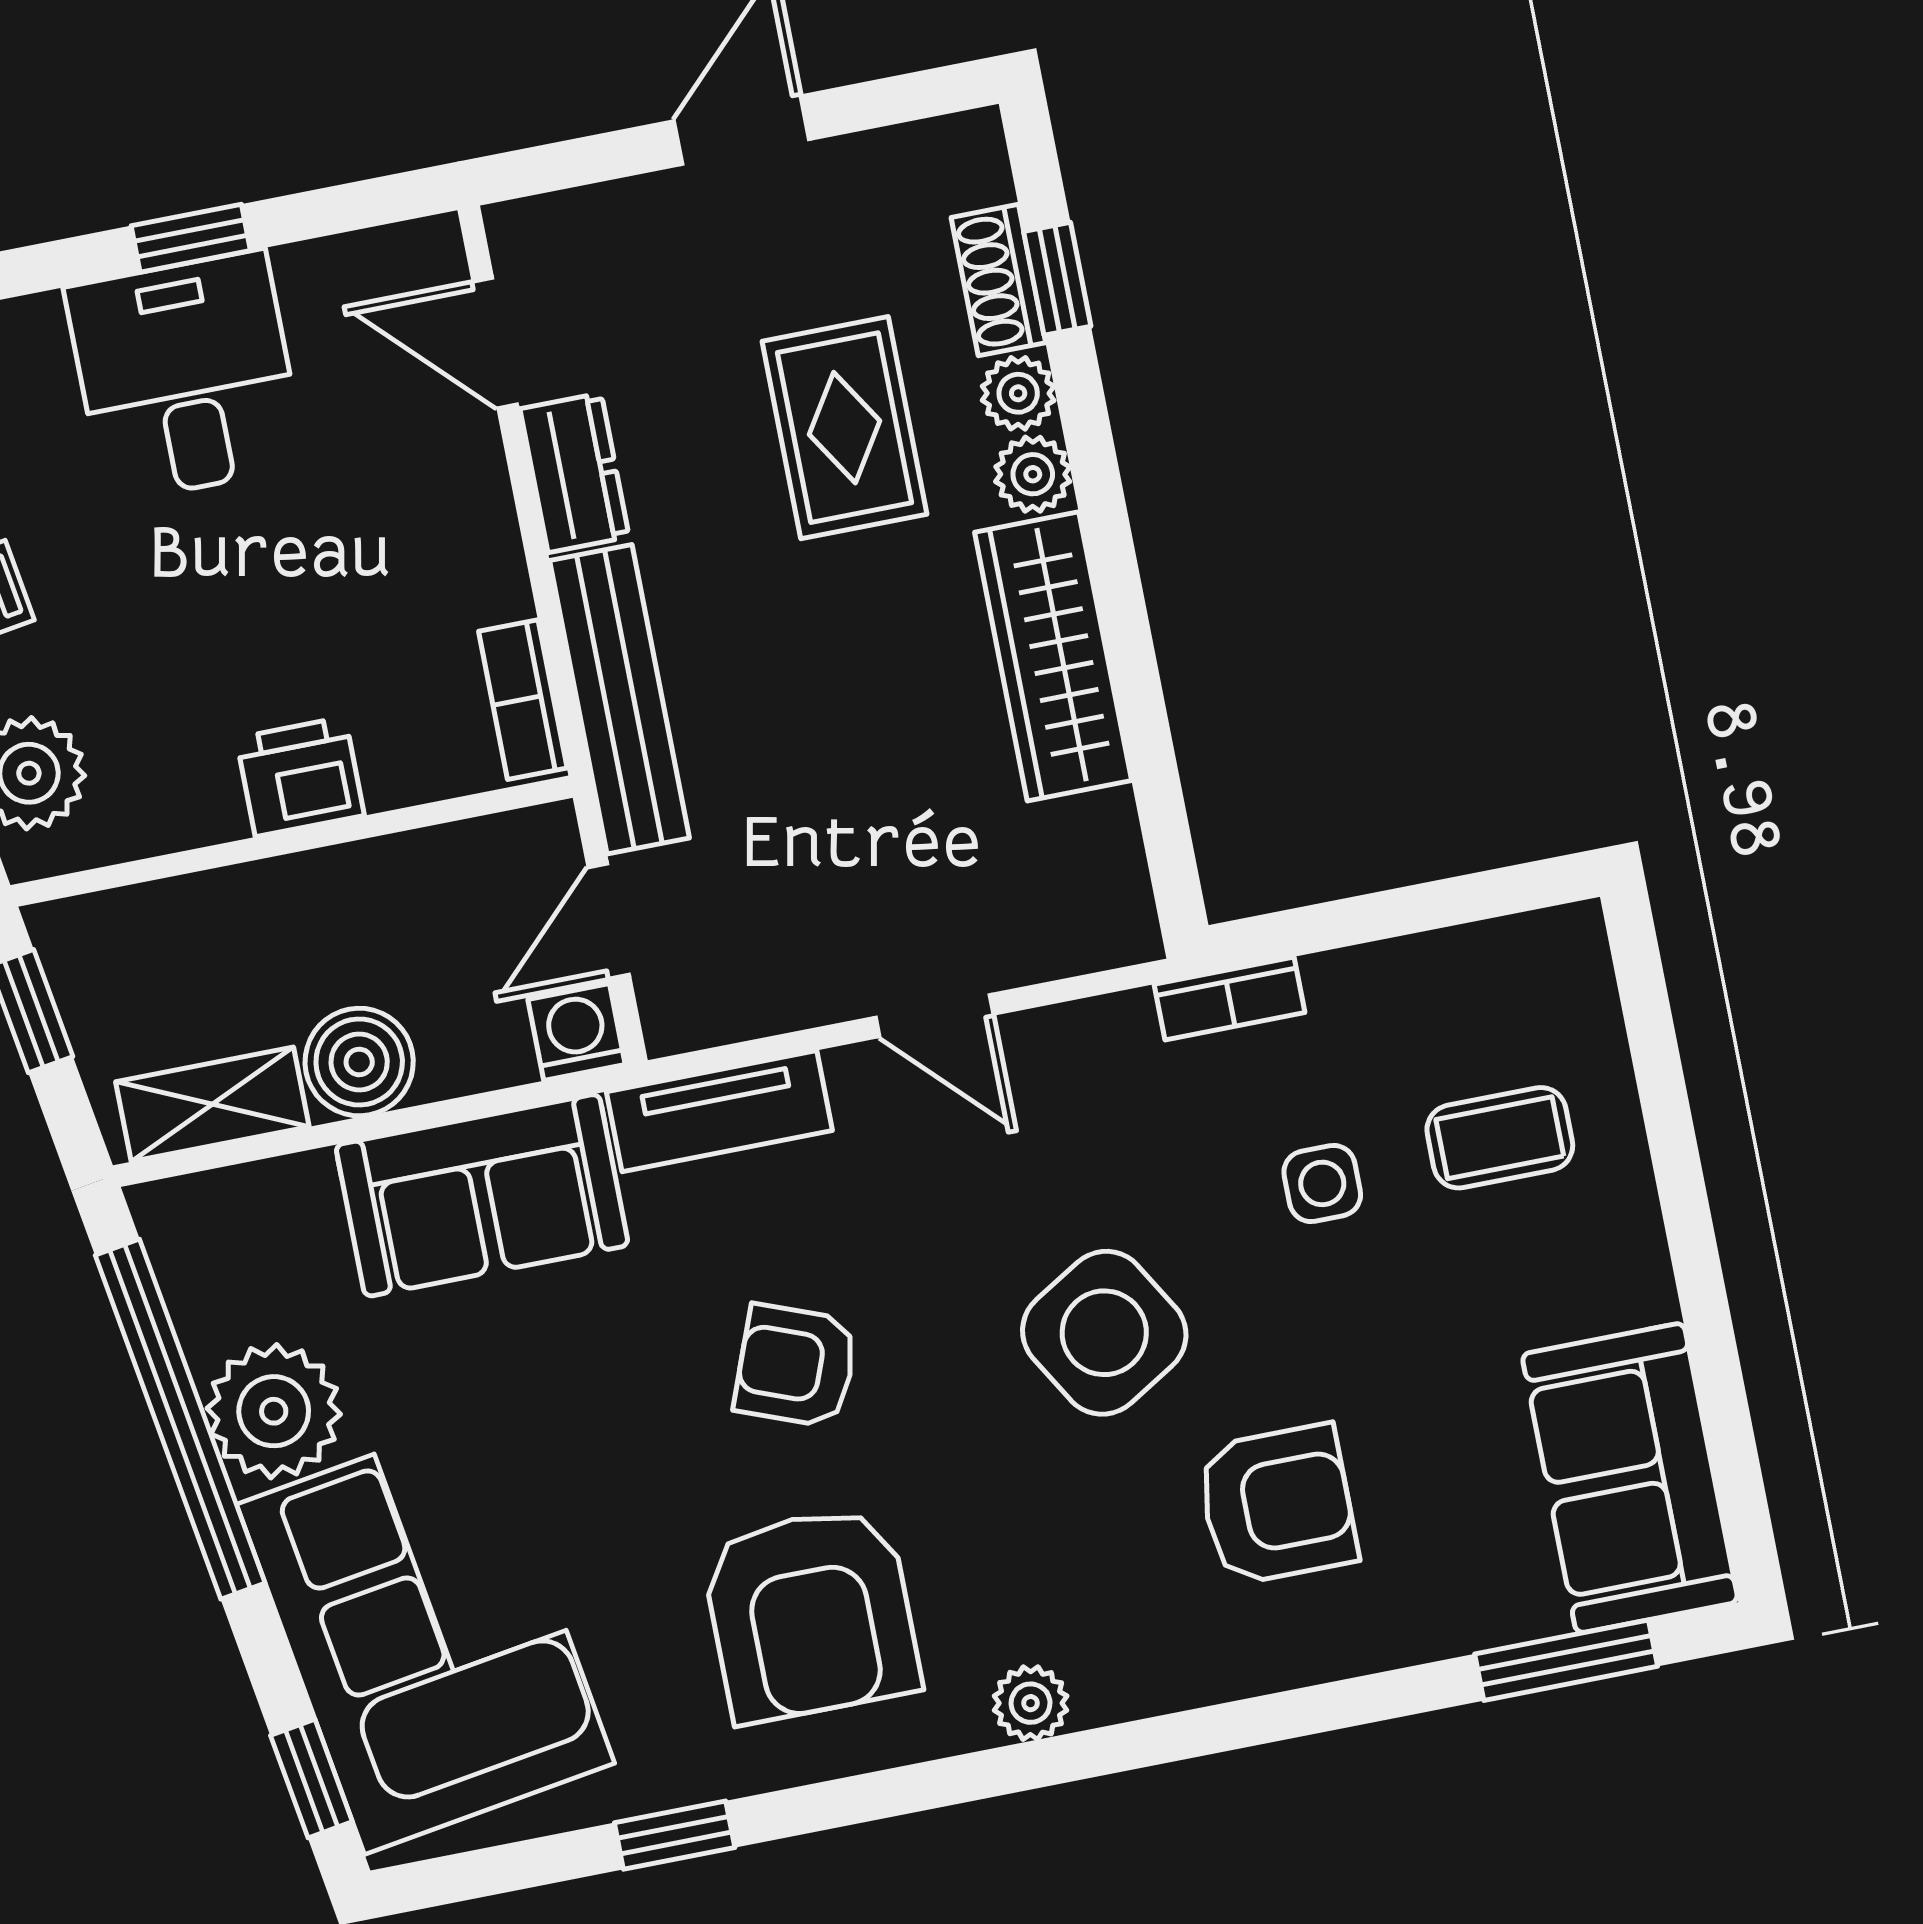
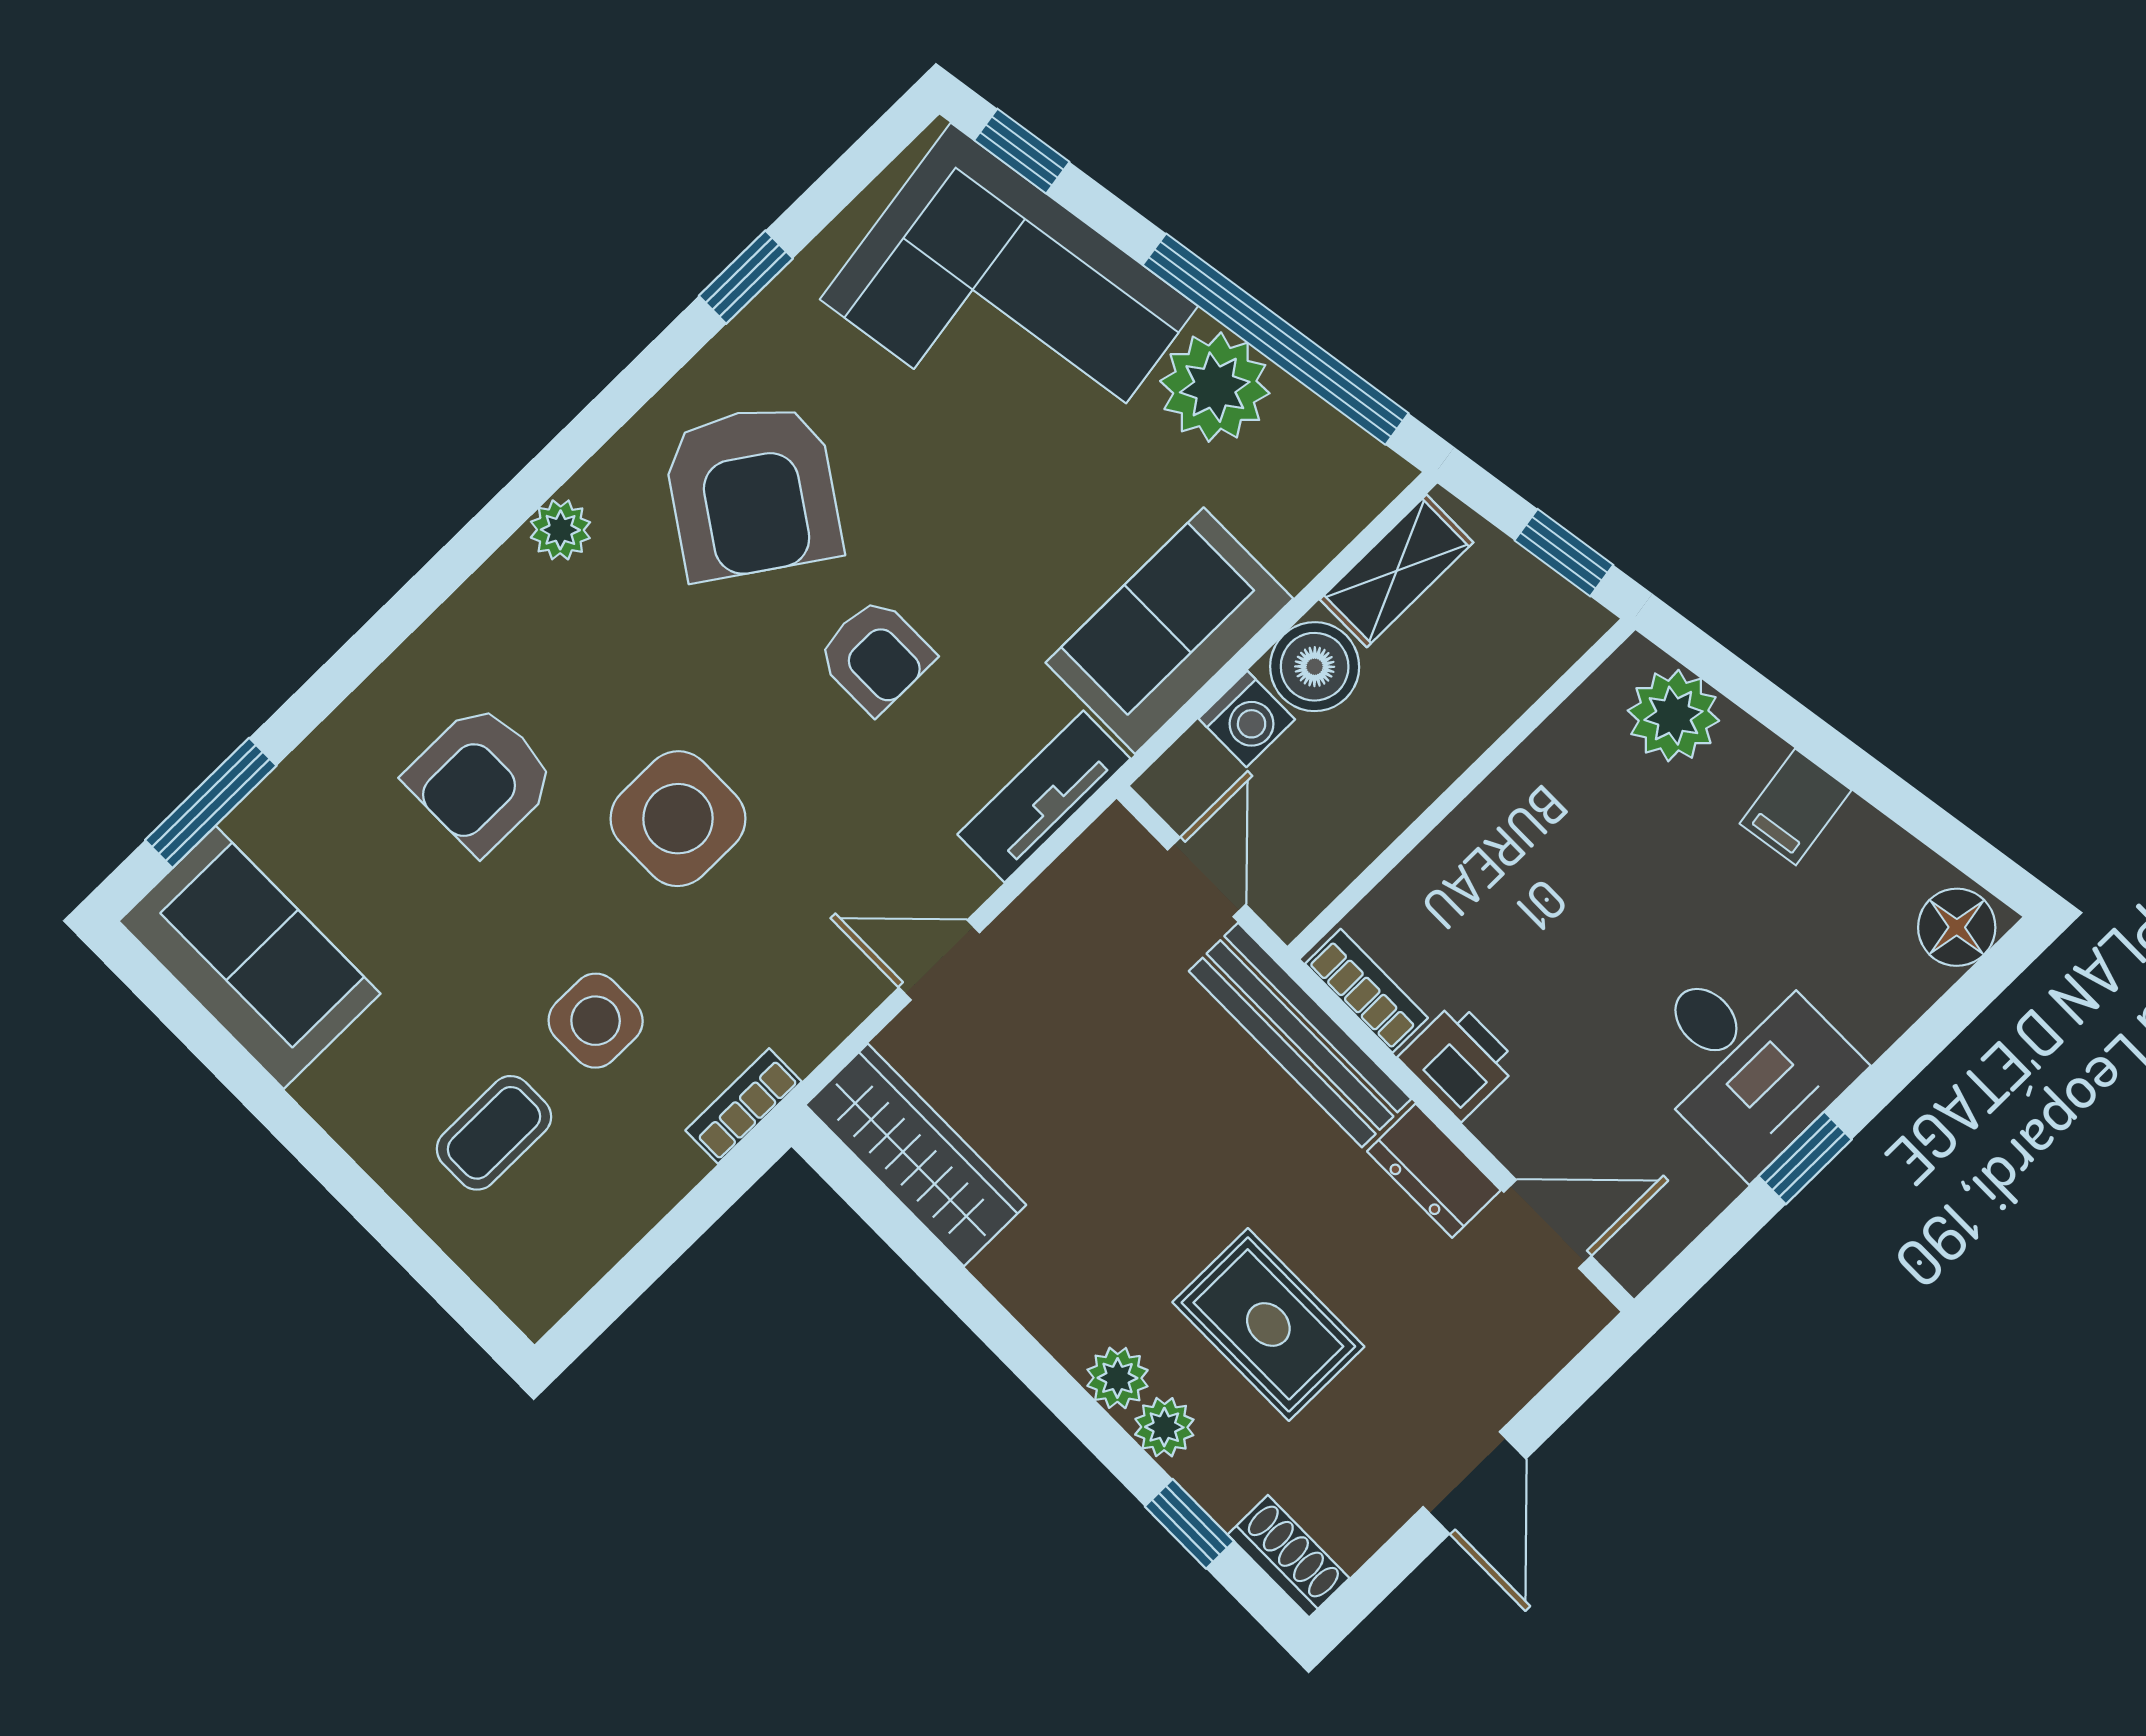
shoe rack: (998, 280) -> (1289, 1556), moved
wardrobe: (1053, 656) -> (916, 1155), moved
printer: (300, 777) -> (1459, 1061), moved, turned -90
washing machine: (577, 1032) -> (1247, 719), moved
side table: (1322, 1183) -> (596, 1021), width x1.37, depth x1.37
side table: (1104, 1333) -> (678, 819), turned 31
armchair: (796, 1366) -> (875, 656), turned 69
armchair: (811, 1614) -> (753, 491), turned -146

